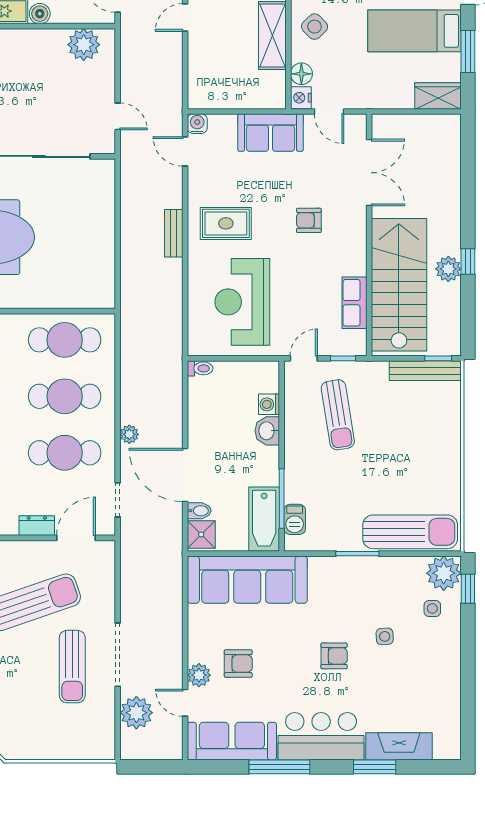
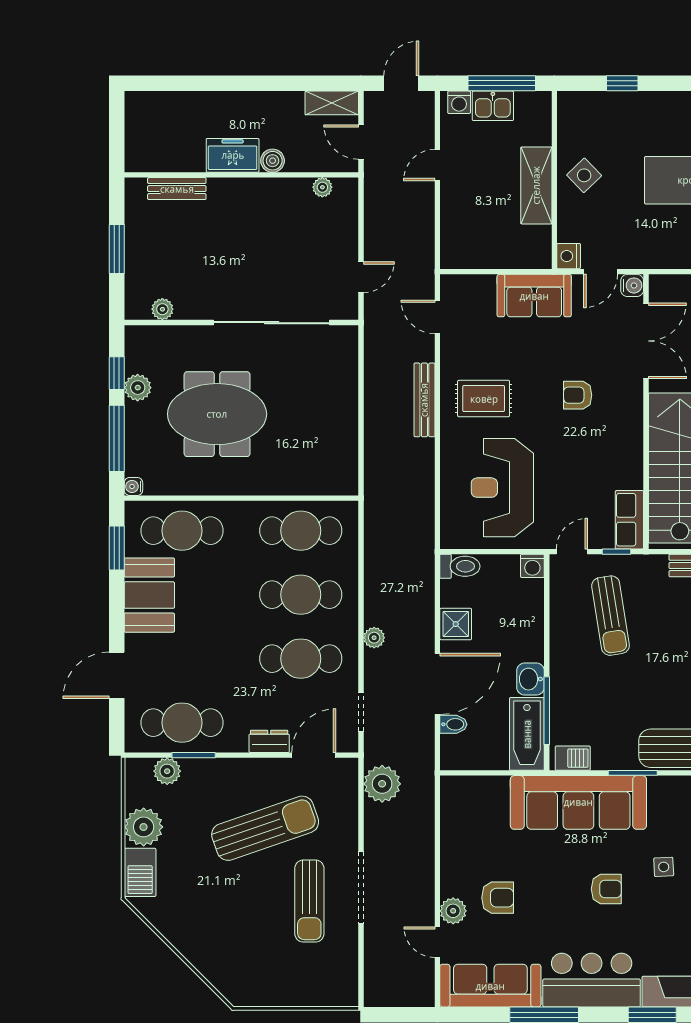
plant: (84, 45) -> (322, 187), width x0.53, depth x0.53
floor lamp: (301, 74) -> (569, 229), removed
door: (329, 112) -> (601, 272), hinge flipped
door: (118, 116) -> (361, 277), hinge flipped
water cooler: (197, 124) -> (632, 285), moved, turned 90
bench: (174, 233) -> (424, 400), width x1.36
row of seats: (354, 303) -> (629, 520), moved
toilet: (200, 368) -> (460, 566), width x1.37, depth x1.39
washing machine: (269, 404) -> (532, 566), moved, turned -90
washbasin: (267, 431) -> (530, 679), moved
door: (185, 475) -> (437, 684), swing flipped
barbecue: (295, 519) -> (573, 758), moved, turned -90
shower: (201, 535) -> (456, 624), moved
sofa: (247, 580) -> (578, 802), moved
plant: (136, 713) -> (382, 784), moved

